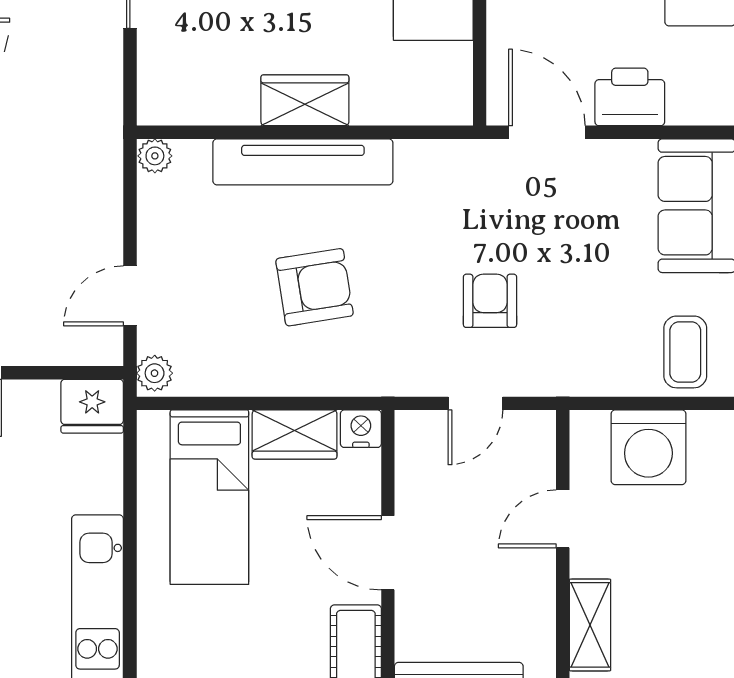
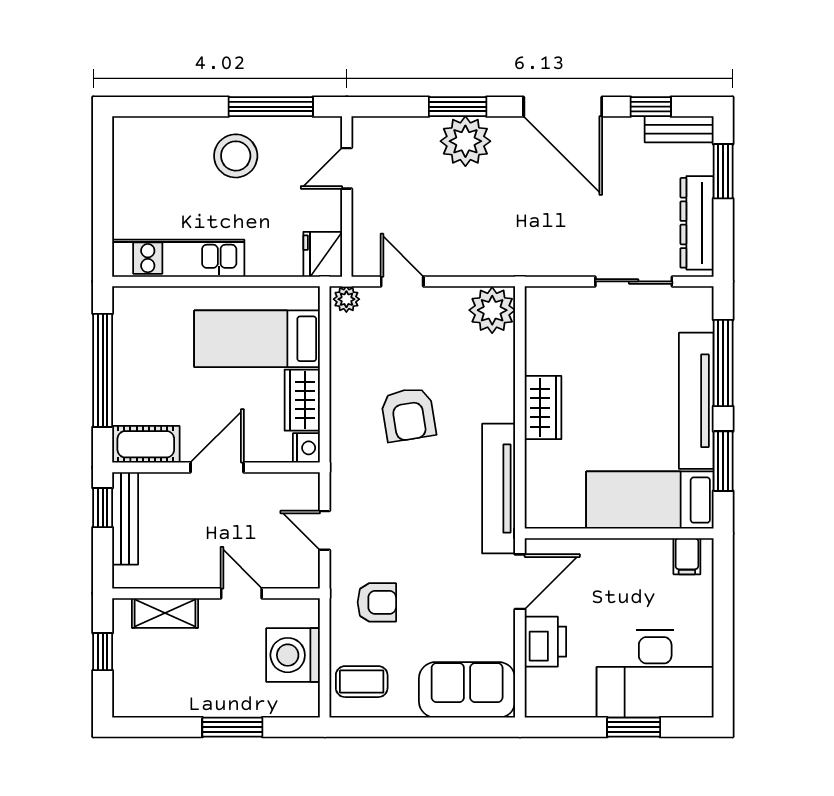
plant: (155, 156) -> (492, 310), width x1.88, depth x1.88
tv unit: (303, 162) -> (499, 489), moved
armchair: (490, 301) -> (377, 602), moved

